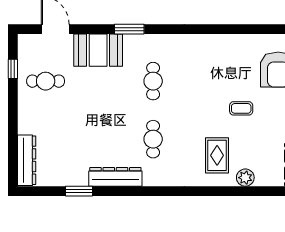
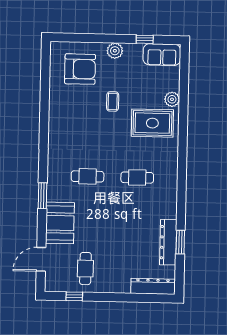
rug: (217, 155) -> (152, 123), width x1.36, depth x1.43
dresser: (115, 177) -> (168, 242), moved

